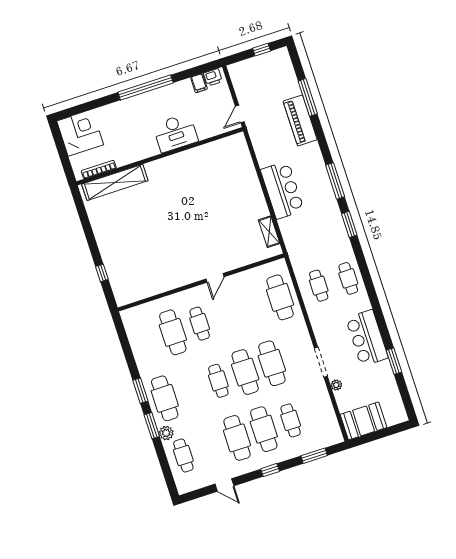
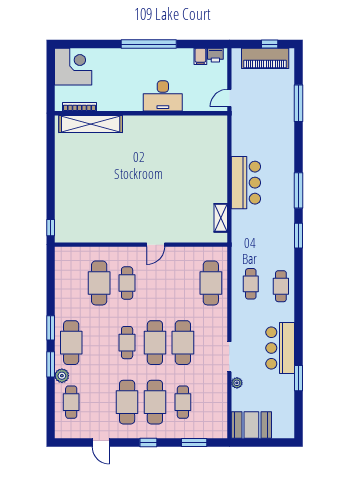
piano: (300, 120) -> (265, 58), moved, turned -90
window: (102, 273) -> (51, 228), moved

